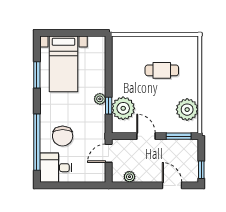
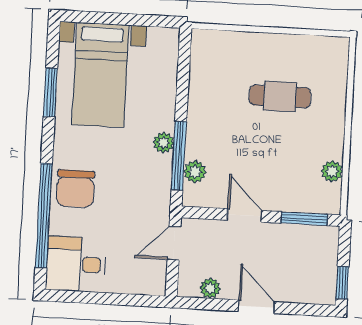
window: (109, 106) -> (179, 156), width x2.17
plant: (123, 108) -> (195, 172), width x0.53, depth x0.53
plant: (187, 110) -> (332, 171), width x0.53, depth x0.53
chair: (63, 136) -> (75, 189), moved
door: (172, 185) -> (256, 307), moved

